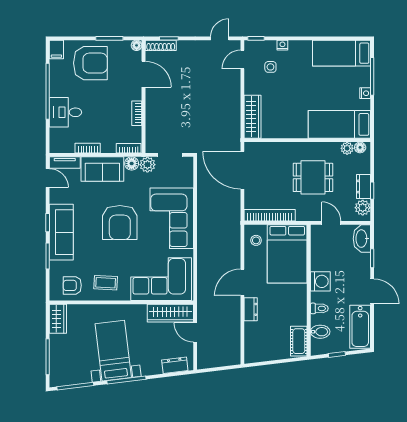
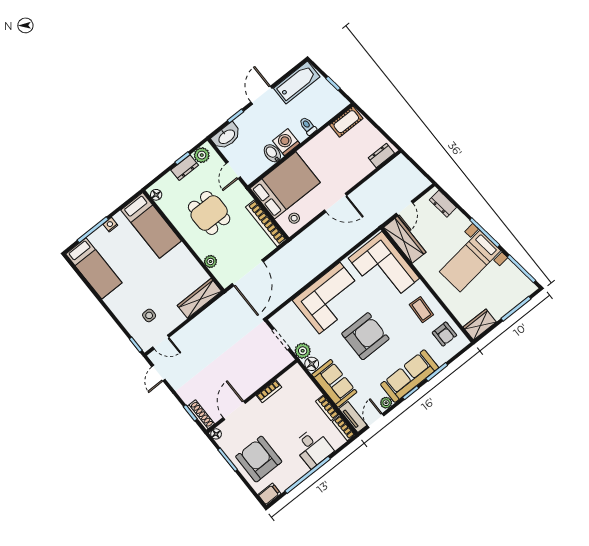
door: (220, 38) -> (158, 373), hinge flipped
nightstand: (282, 45) -> (125, 320), removed
bookcase: (129, 148) -> (344, 428), moved
plant: (347, 148) -> (210, 261), moved
plant: (55, 197) -> (386, 403), added
dresser: (251, 309) -> (381, 155), moved
bidet: (320, 332) -> (272, 153), moved

